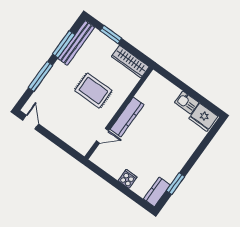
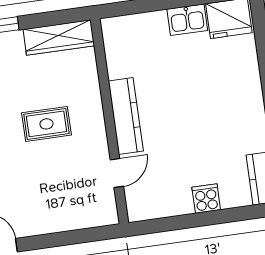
rug: (93, 91) -> (46, 124), width x0.73, depth x0.70

